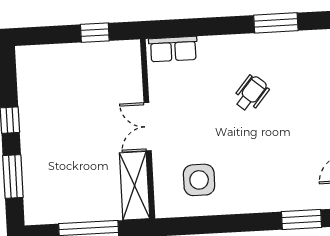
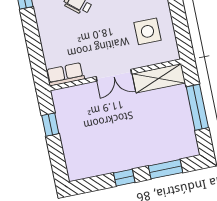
row of seats: (173, 49) -> (65, 74), moved, turned -90

